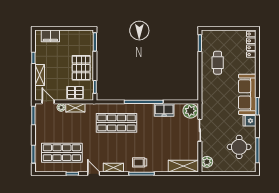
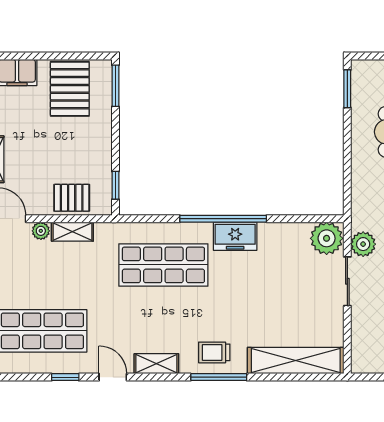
pallet: (81, 68) -> (70, 89), moved
freezer: (164, 110) -> (235, 236), moved
plant: (207, 162) -> (363, 244), moved
shelving: (183, 166) -> (296, 361), width x1.47

